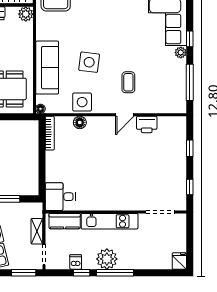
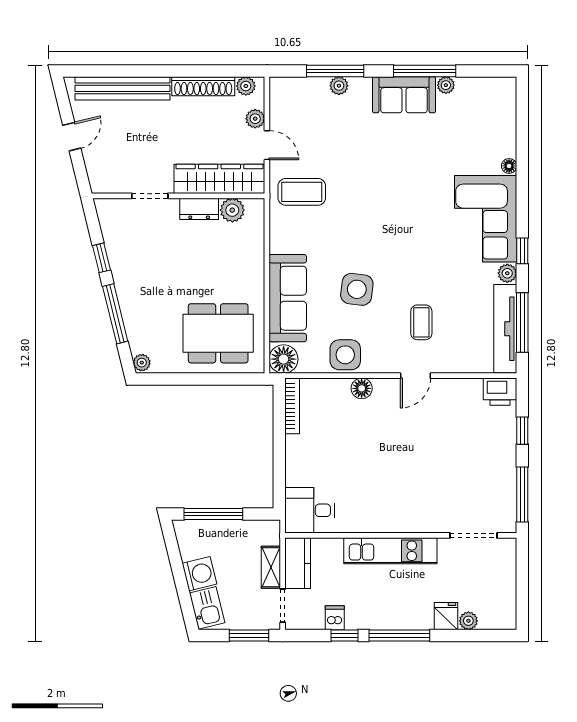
plant: (26, 14) -> (232, 210), moved
tv unit: (179, 86) -> (505, 329), added
floor lamp: (40, 109) -> (284, 359), width x1.89, depth x1.89
floor lamp: (80, 122) -> (362, 388), moved
printer: (147, 124) -> (500, 392), moved
window: (190, 187) -> (522, 494), width x2.17
kitchen counter: (65, 221) -> (298, 563), moved, turned -90
plant: (107, 259) -> (468, 621), moved, width x0.53, depth x0.53
fridge: (179, 261) -> (446, 616), moved

